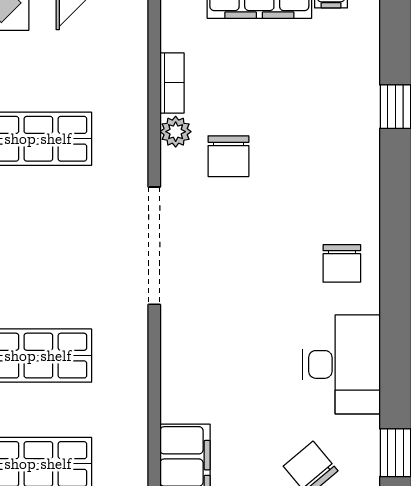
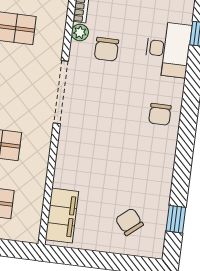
desk: (341, 364) -> (168, 49), moved

